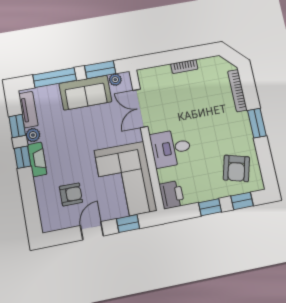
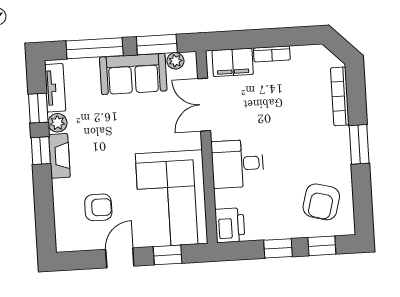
filing cabinet: (157, 76) -> (233, 62), added

